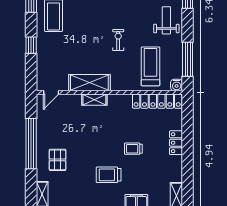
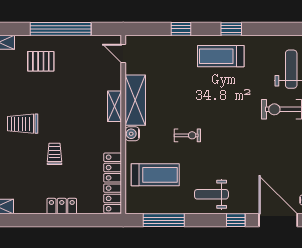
weight bench: (166, 20) -> (211, 194), turned 180
water cooler: (177, 85) -> (132, 134), moved
trolley: (109, 175) -> (23, 124), turned -90

